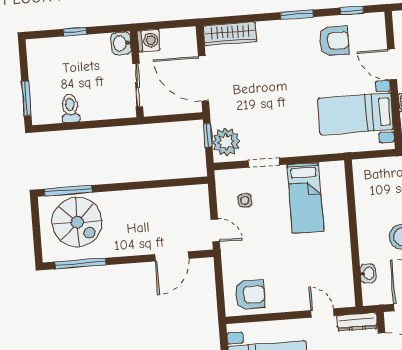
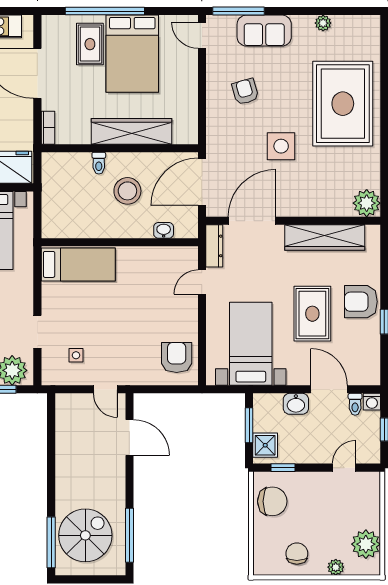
bed: (305, 198) -> (78, 264), moved
door: (215, 230) -> (105, 389), swing flipped

